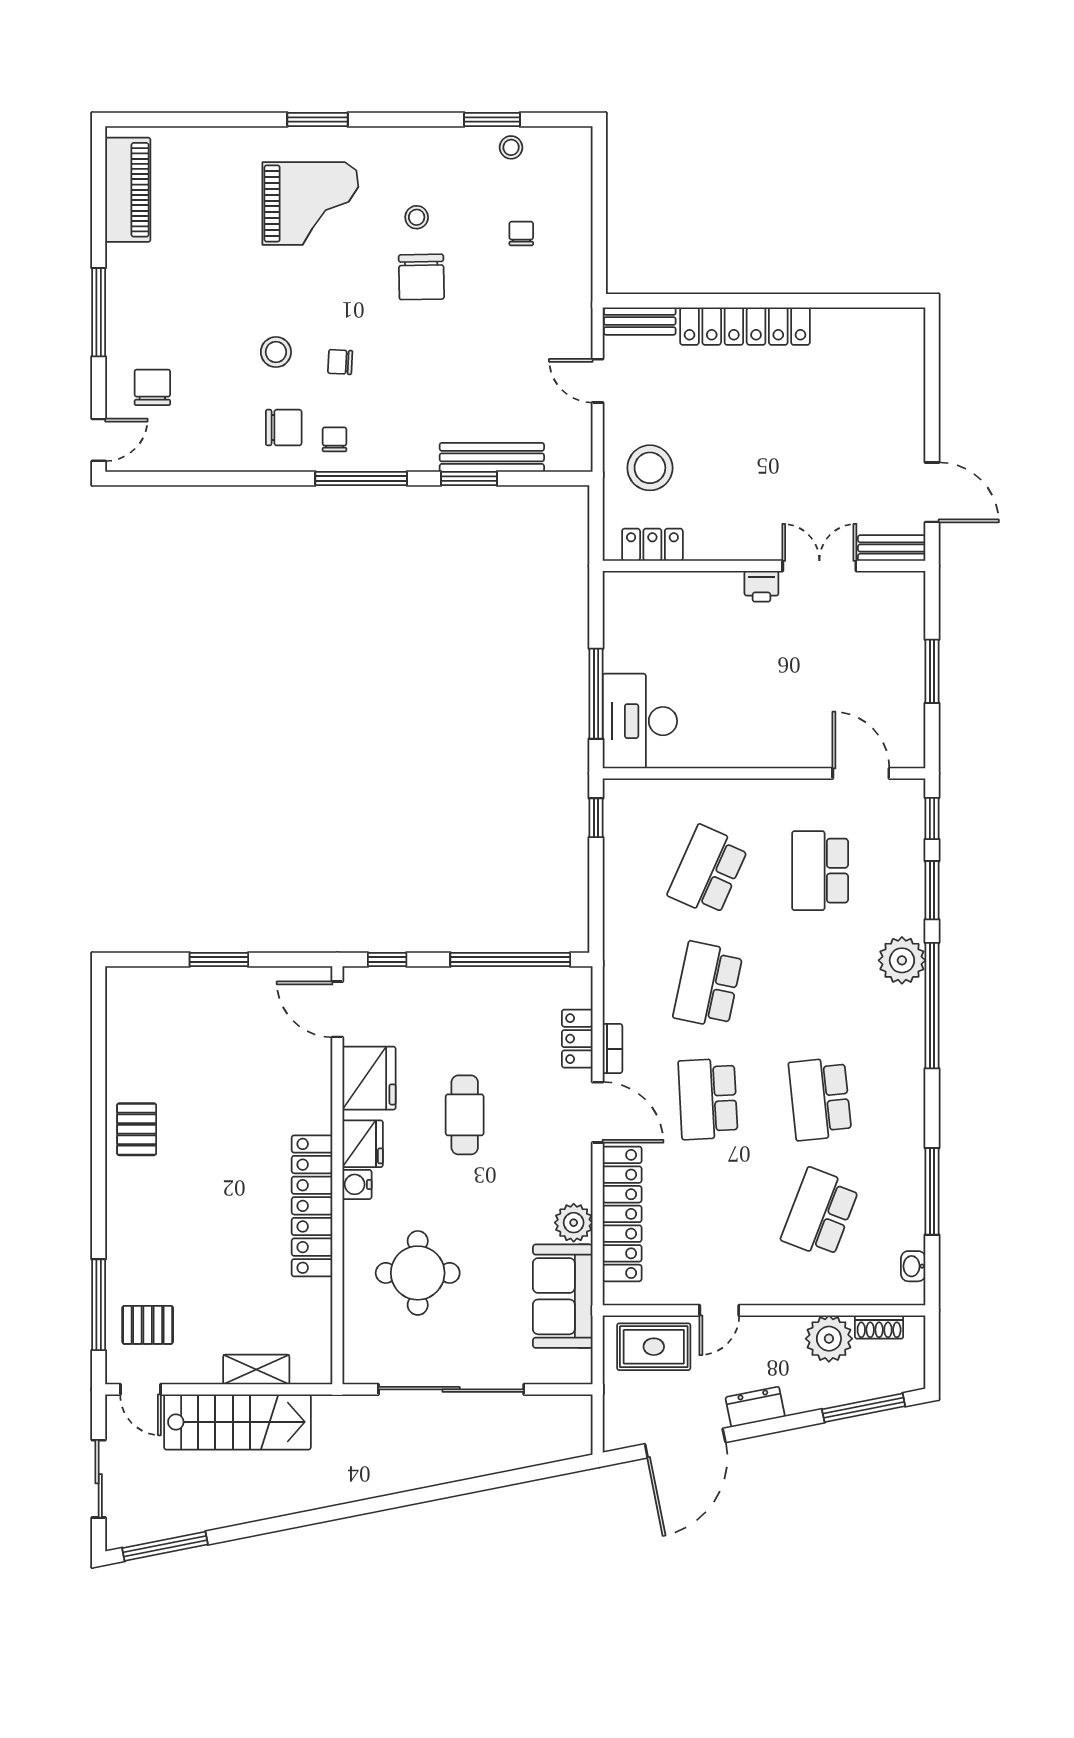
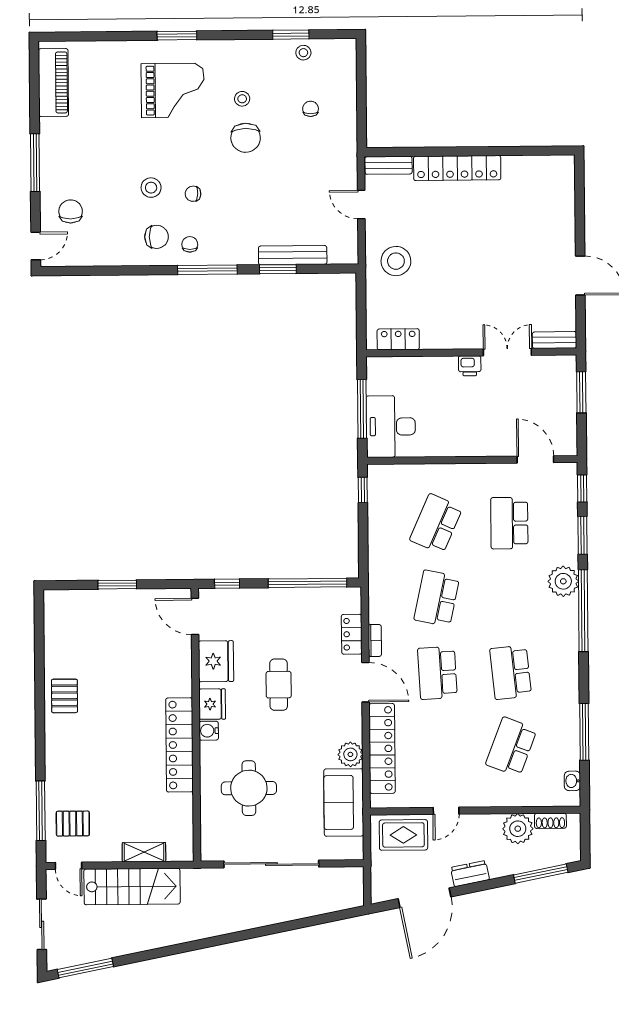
locker: (652, 545) -> (398, 339), moved
bench: (892, 548) -> (554, 340), moved
wall: (764, 566) -> (471, 352), moved
double door: (819, 566) -> (507, 352), moved
printer: (761, 586) -> (470, 366), moved

